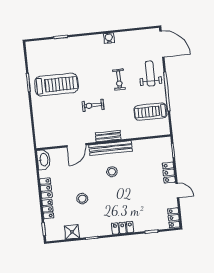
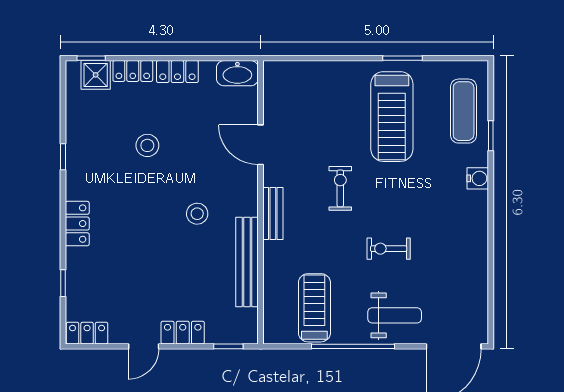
water cooler: (109, 38) -> (478, 178), moved
exercise mat: (50, 51) -> (464, 111), added
bench: (111, 148) -> (247, 262), moved
shower: (72, 232) -> (96, 75), moved

